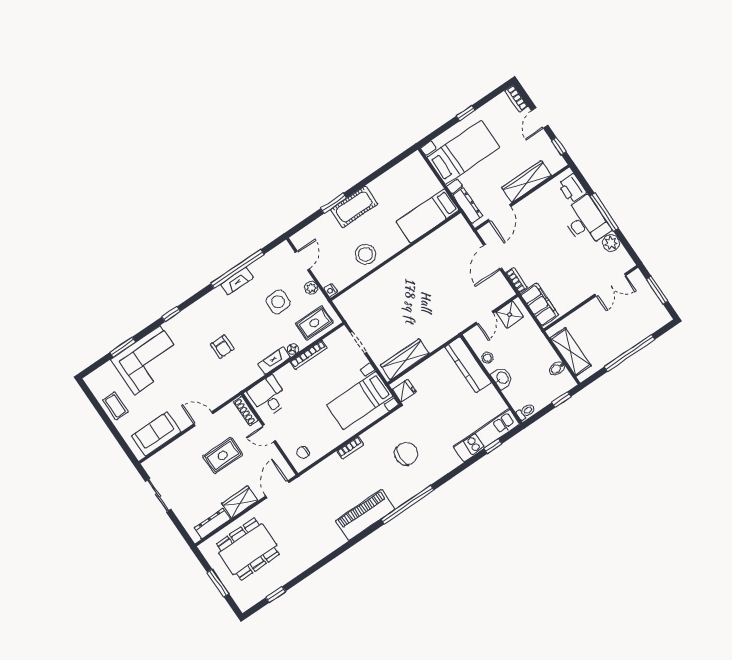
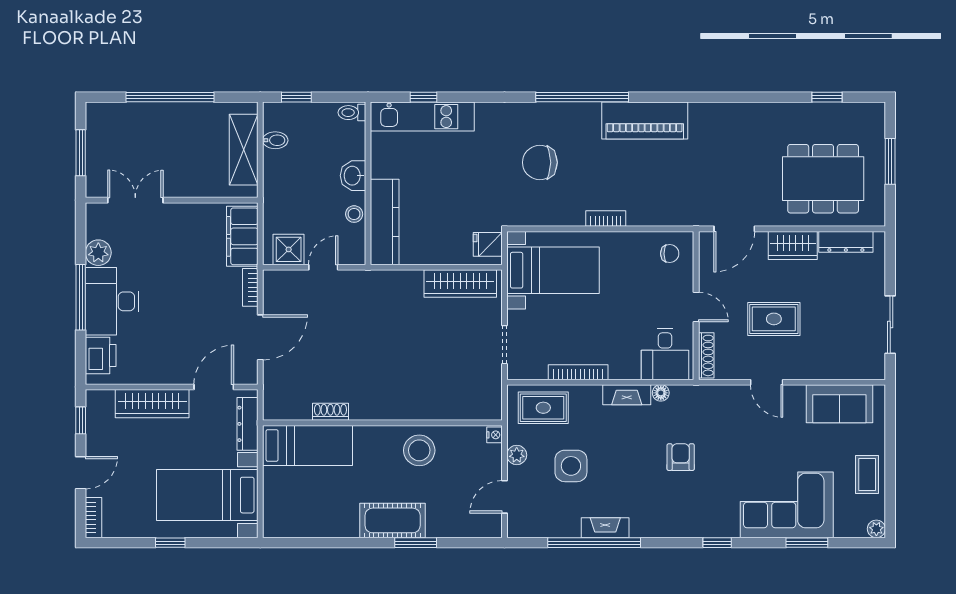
shoe rack: (427, 242) -> (330, 412), added
floor lamp: (293, 349) -> (661, 393), moved
plant: (90, 380) -> (876, 529), added

